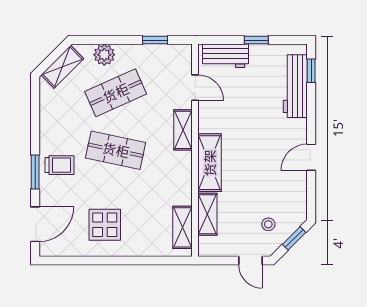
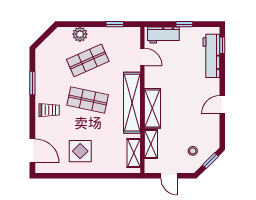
shelving: (62, 67) -> (51, 43), removed
shelving: (183, 130) -> (132, 103), width x2.20, depth x1.33
window: (35, 172) -> (32, 83), moved
door: (35, 224) -> (32, 151), hinge flipped
door: (250, 260) -> (169, 176), moved

